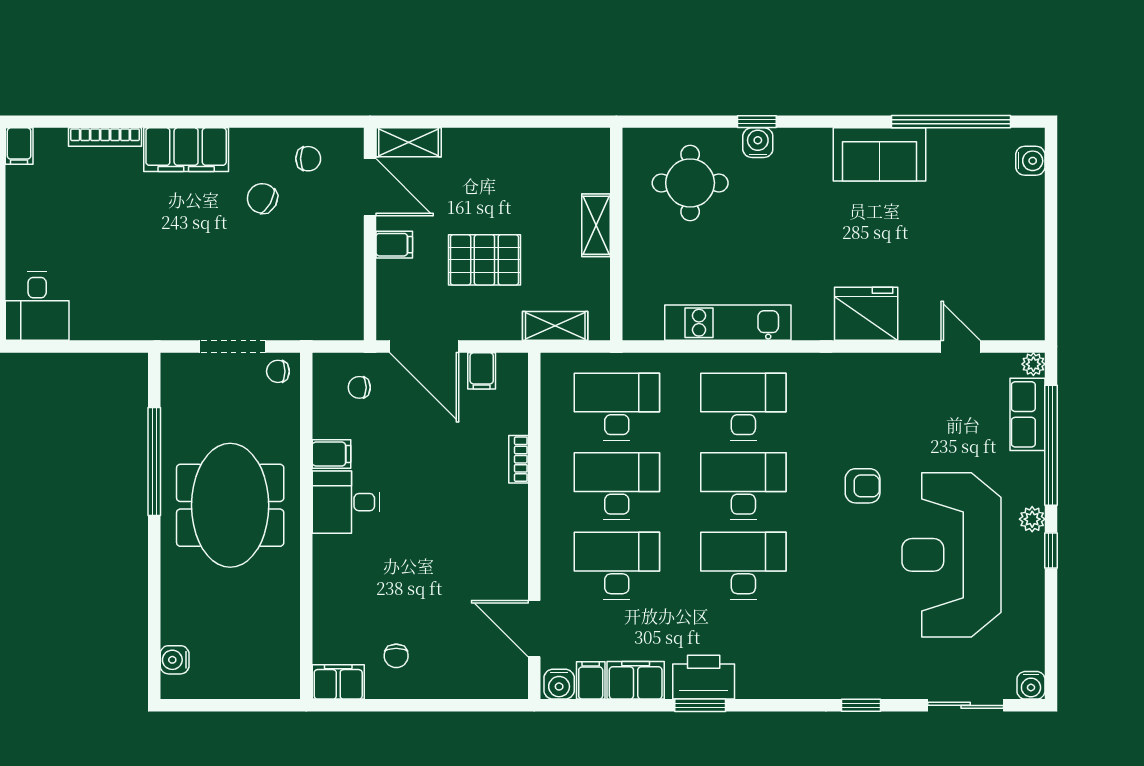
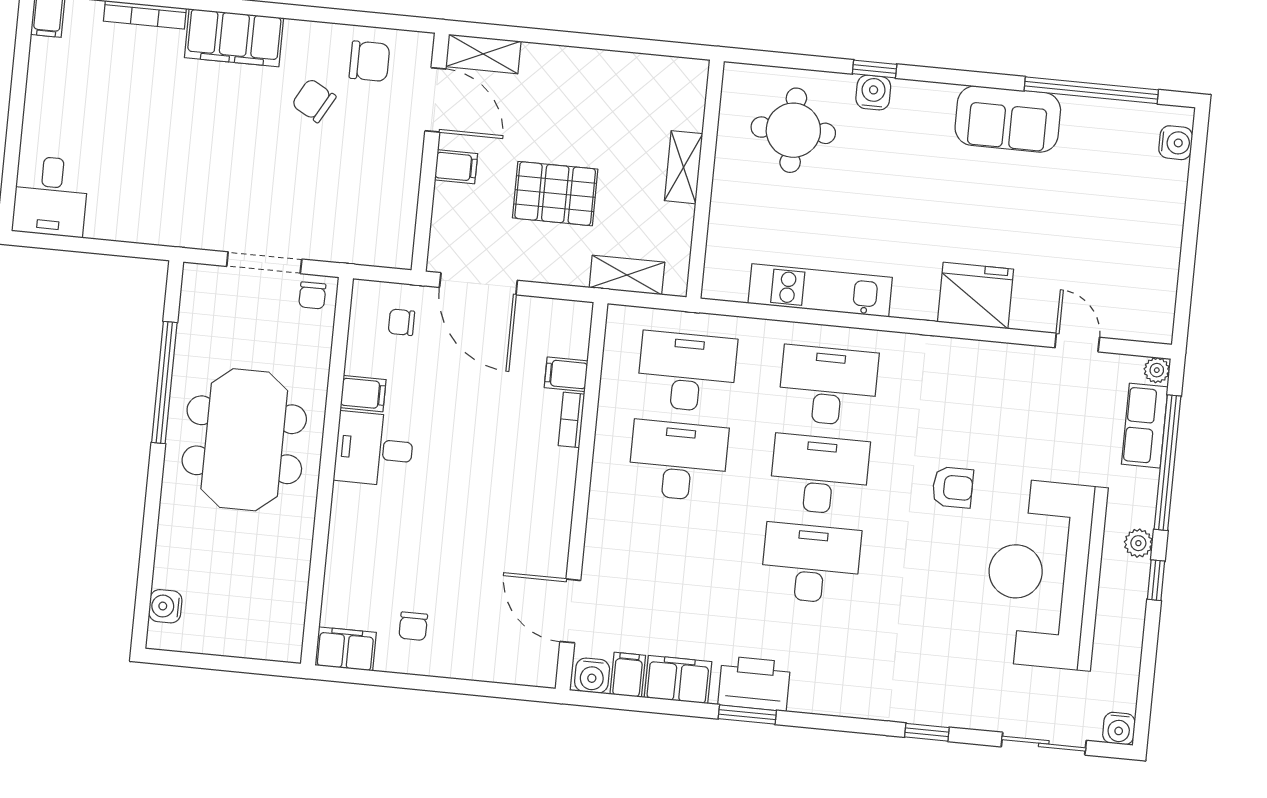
chair: (308, 159) -> (369, 61), width x1.37, depth x1.37
chair: (278, 371) -> (312, 295), turned -90
filing cabinet: (482, 371) -> (566, 374), moved, turned 90
desk: (617, 566) -> (670, 550), removed

